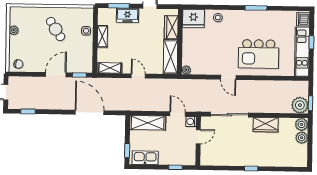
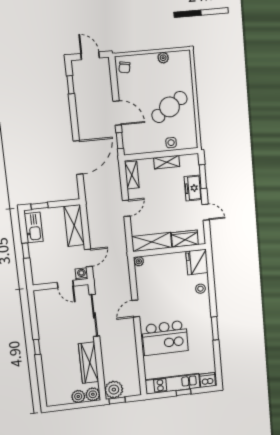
cafe table: (56, 29) -> (169, 107), width x1.37, depth x1.35
kitchen island: (259, 54) -> (165, 338), turned -90
wardrobe: (266, 125) -> (89, 363), width x1.50
window: (175, 167) -> (26, 251), moved

